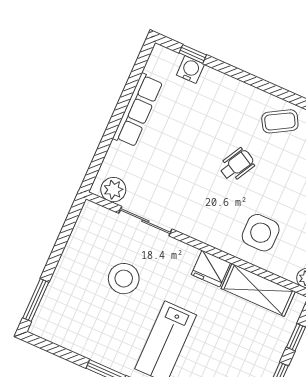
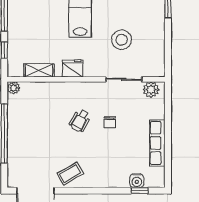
wheelchair: (237, 165) -> (80, 121), moved
chair: (192, 169) -> (110, 122), added
side table: (261, 233) -> (53, 103), removed
shelving: (258, 290) -> (39, 70), width x0.67, depth x0.75

